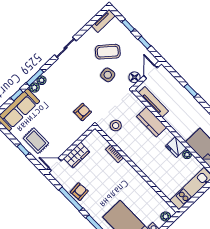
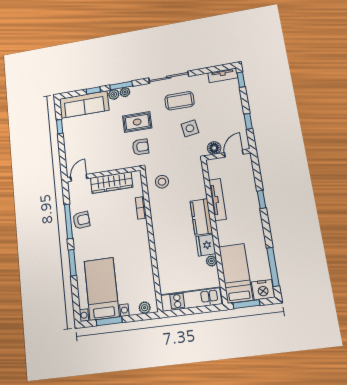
window: (128, 26) -> (241, 80), moved
sliding door: (65, 48) -> (169, 77), width x1.37
coffee table: (108, 52) -> (180, 101), moved, turned -40
tv unit: (153, 102) -> (218, 199), moved
kitchen counter: (152, 122) -> (201, 217), moved
rug: (36, 141) -> (137, 122), moved, turned 90
window: (23, 150) -> (60, 127), moved
wardrobe: (77, 155) -> (112, 183), width x1.50
door: (55, 164) -> (79, 178), hinge flipped

